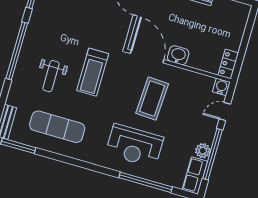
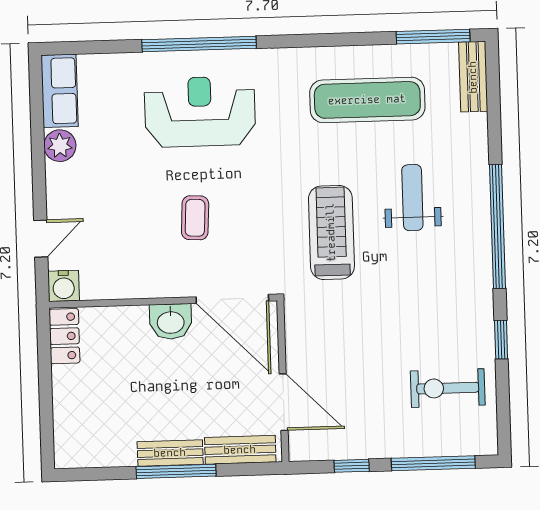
coffee table: (152, 99) -> (195, 218), width x0.54, depth x0.58
window: (213, 154) -> (38, 145), removed
window: (146, 182) -> (199, 44), moved

